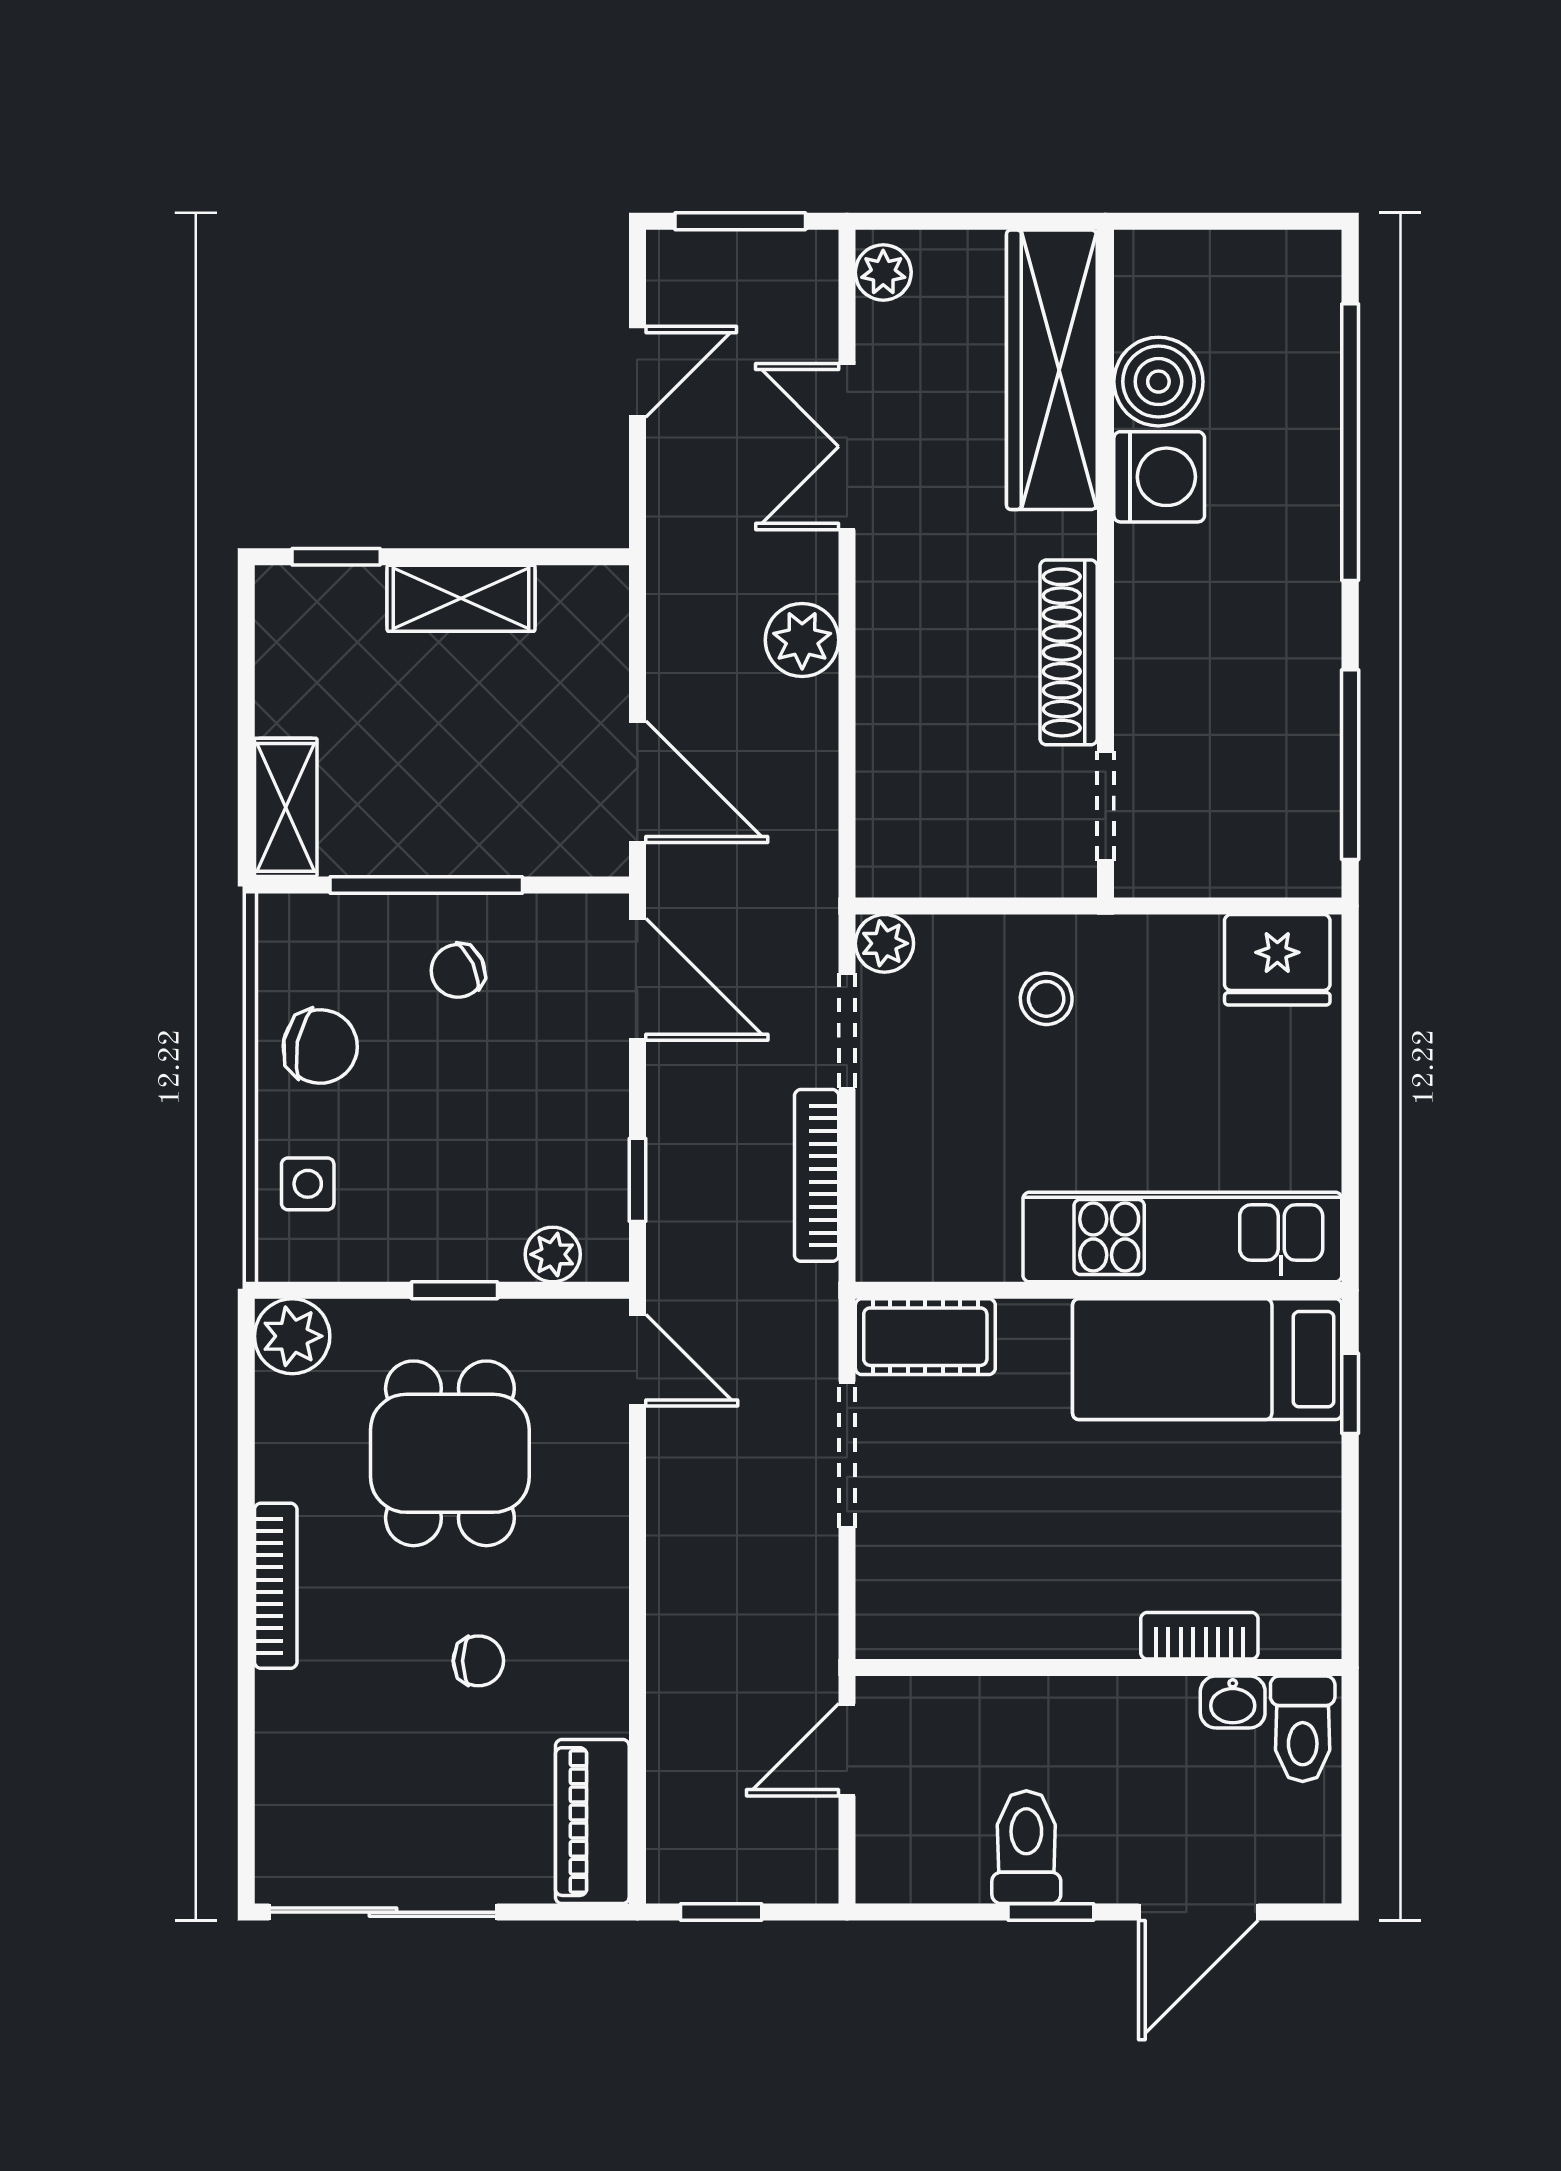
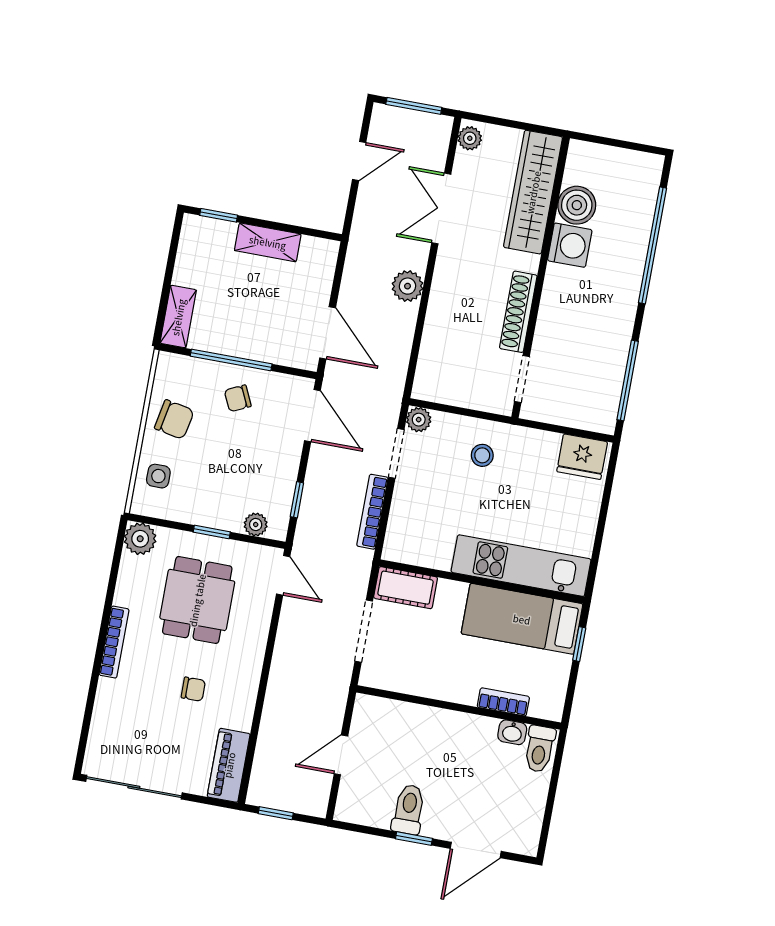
bookcase: (1199, 1636) -> (503, 702), moved
wall: (1099, 1668) -> (459, 707), moved
washbasin: (1233, 1702) -> (512, 732), moved
toilet: (1303, 1729) -> (540, 749), moved

